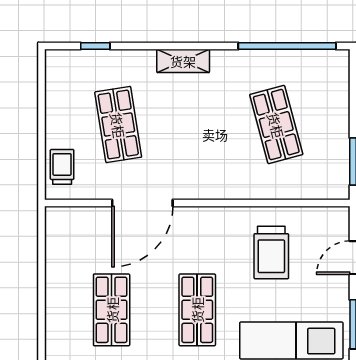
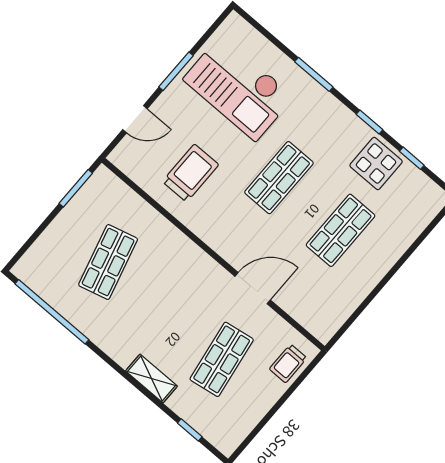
shelving: (183, 61) -> (151, 379), moved
door: (142, 203) -> (253, 288), width x0.73

